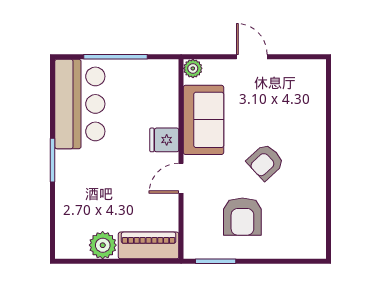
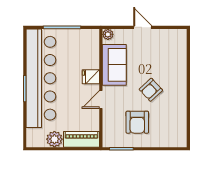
bar counter: (80, 104) -> (41, 78), width x1.86

